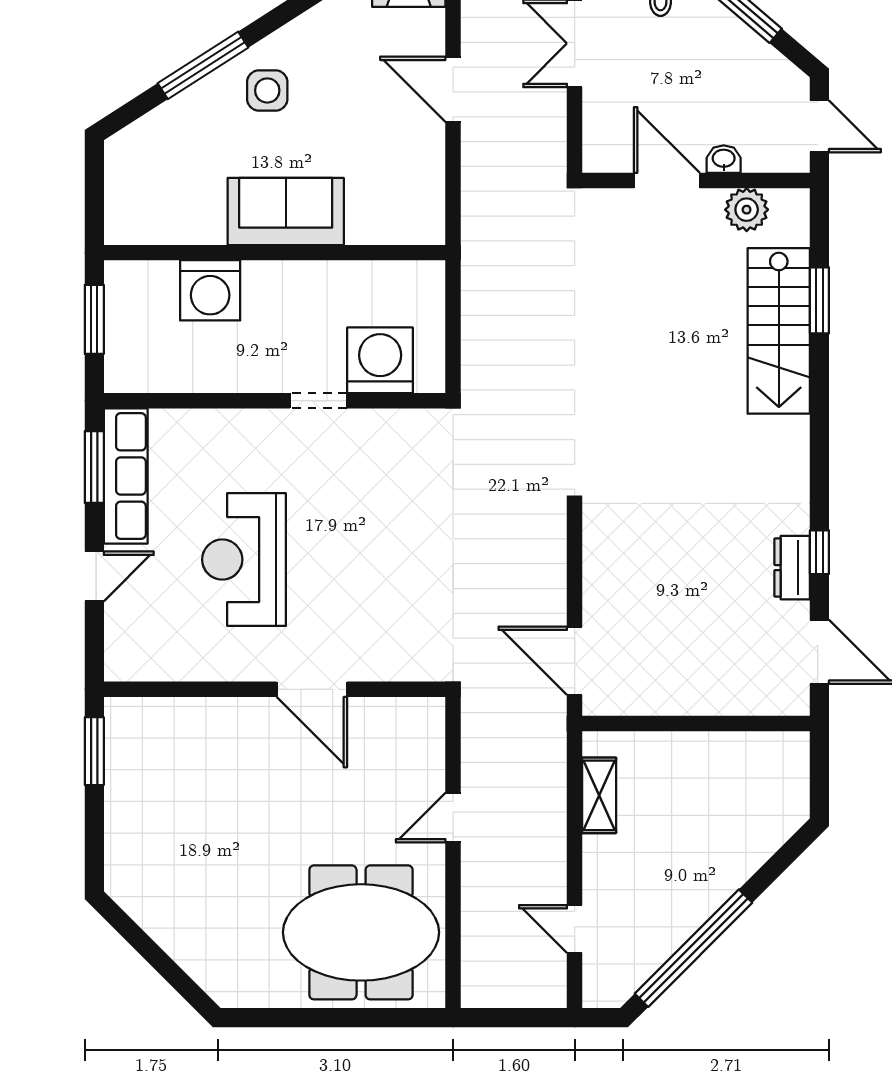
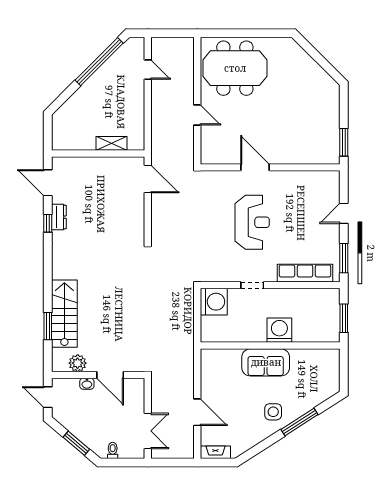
washing machine: (210, 290) -> (279, 330), moved
washing machine: (380, 360) -> (214, 302), moved, turned -90
row of seats: (126, 476) -> (305, 273), moved, turned 90
reception desk: (244, 560) -> (252, 222), moved
shelving: (599, 795) -> (111, 143), moved, turned 90
door: (453, 818) -> (197, 115), hinge flipped

